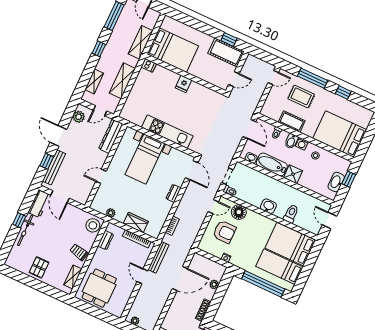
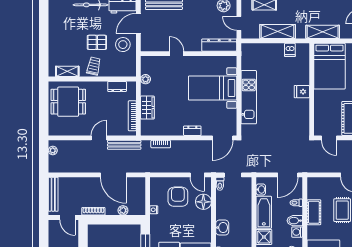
dishwasher: (149, 65) -> (290, 50), moved
stool: (93, 225) -> (123, 45), moved
armchair: (224, 232) -> (178, 197), turned 180
pallet: (39, 267) -> (97, 42), moved

